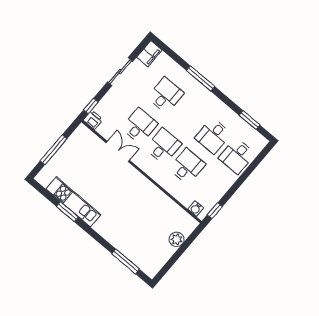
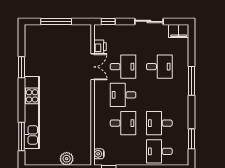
printer: (93, 120) -> (100, 47), moved
desk: (163, 146) -> (123, 95), turned 180
kitchen unit: (73, 202) -> (32, 113), moved, width x1.36

